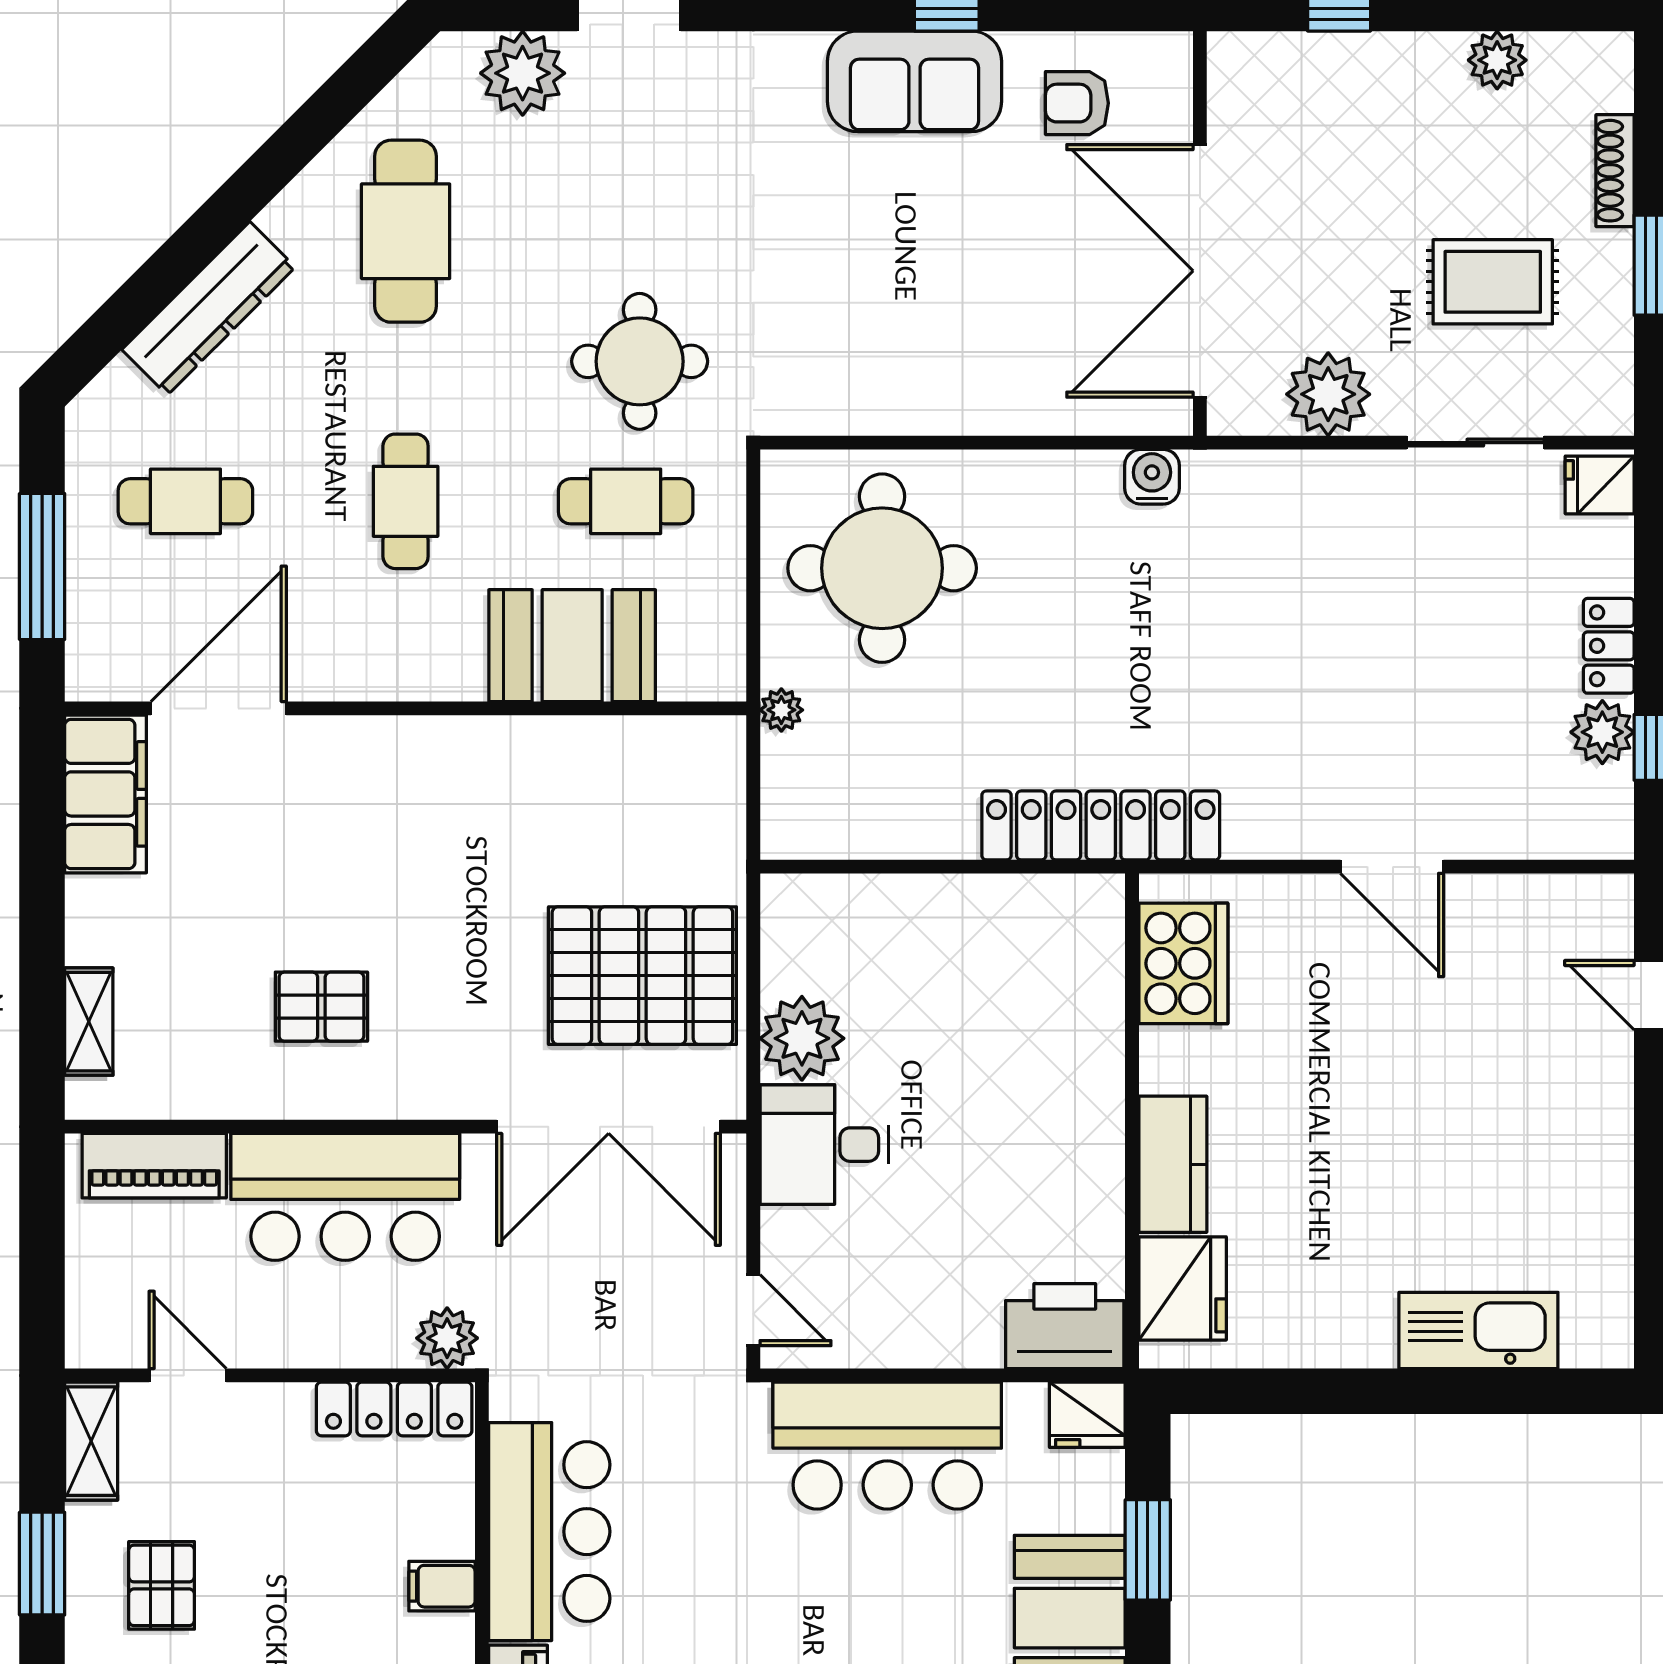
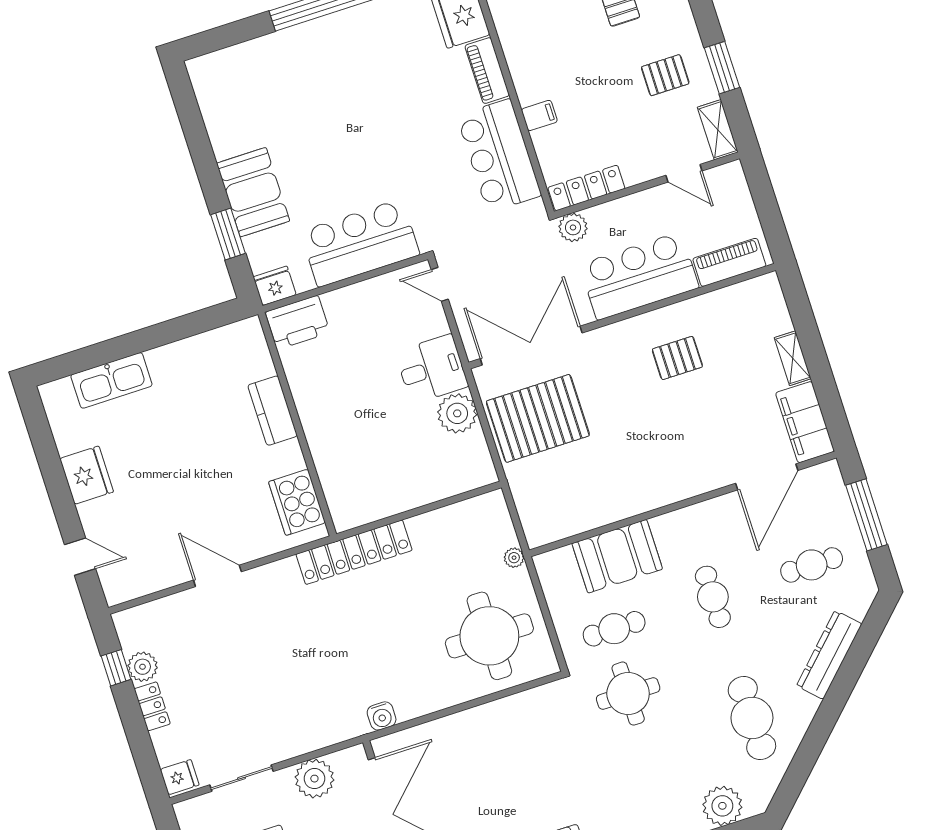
shelving: (89, 1022) -> (793, 358), moved
fridge: (1183, 1288) -> (87, 475), moved, turned 180
pallet: (162, 1585) -> (665, 75), turned 90

